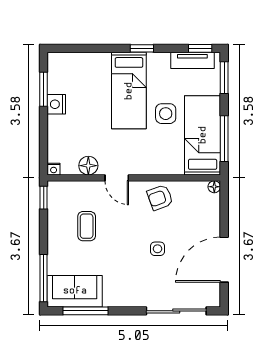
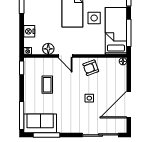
nightstand: (56, 104) -> (29, 31), moved

